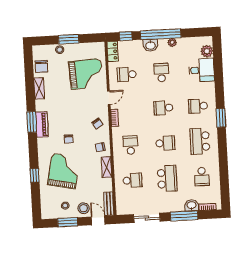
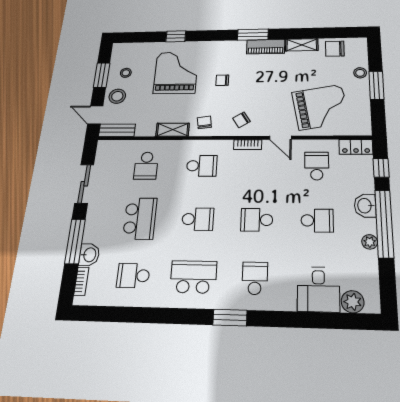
grand piano: (86, 74) -> (321, 107), turned -97
school desk: (163, 108) -> (257, 220), turned -90
piano: (42, 124) -> (266, 47), moved
school desk: (165, 143) -> (198, 219), turned -90
grand piano: (64, 171) -> (176, 72), turned -102
school desk: (167, 178) -> (140, 218), turned -90
door: (98, 220) -> (95, 115), swing flipped

